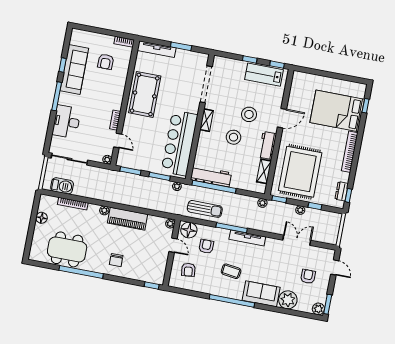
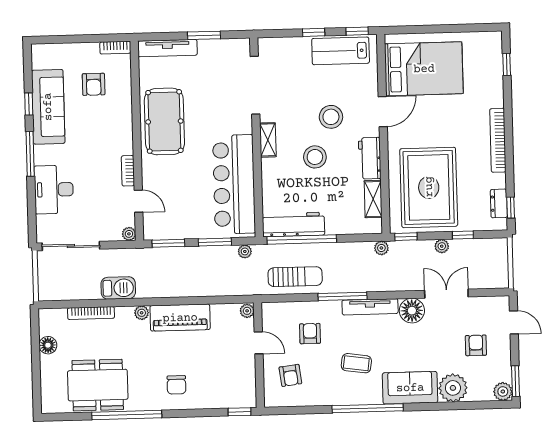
bed: (337, 111) -> (424, 69), moved, turned 180
barbecue: (62, 186) -> (118, 288), moved
floor lamp: (189, 230) -> (412, 311), moved

